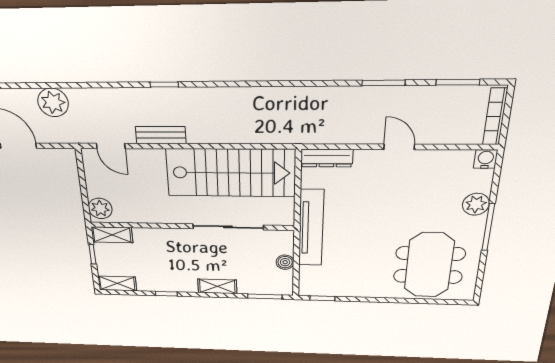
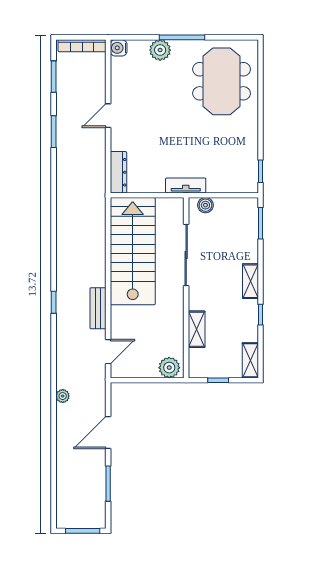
plant: (53, 102) -> (63, 396), width x0.53, depth x0.53
tv unit: (311, 228) -> (186, 185), width x0.52, depth x0.78
shelving: (112, 235) -> (197, 329), moved
boiler: (285, 262) -> (205, 205), moved
meeting table: (429, 265) -> (222, 81), turned 90
shelving: (217, 286) -> (250, 281), moved

